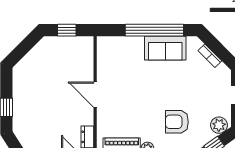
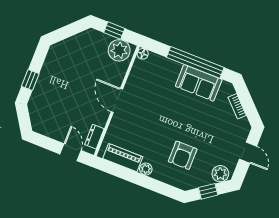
floor lamp: (102, 41) -> (143, 54), added
plant: (79, 47) -> (119, 50), added
armchair: (177, 122) -> (183, 155), turned -90

